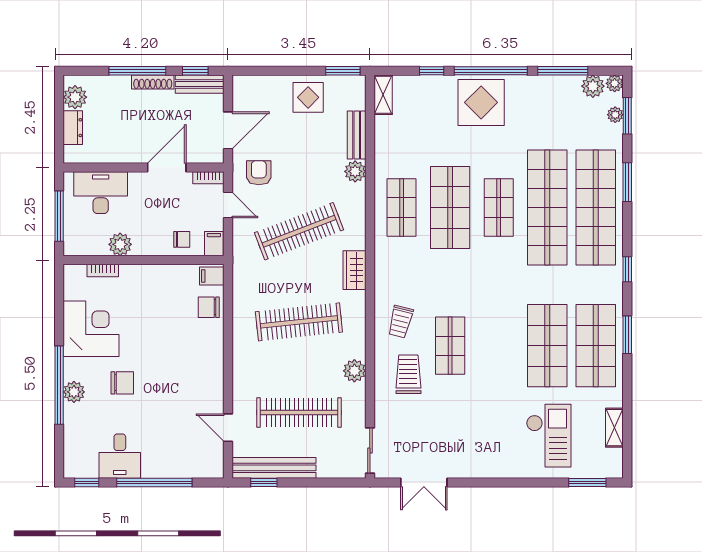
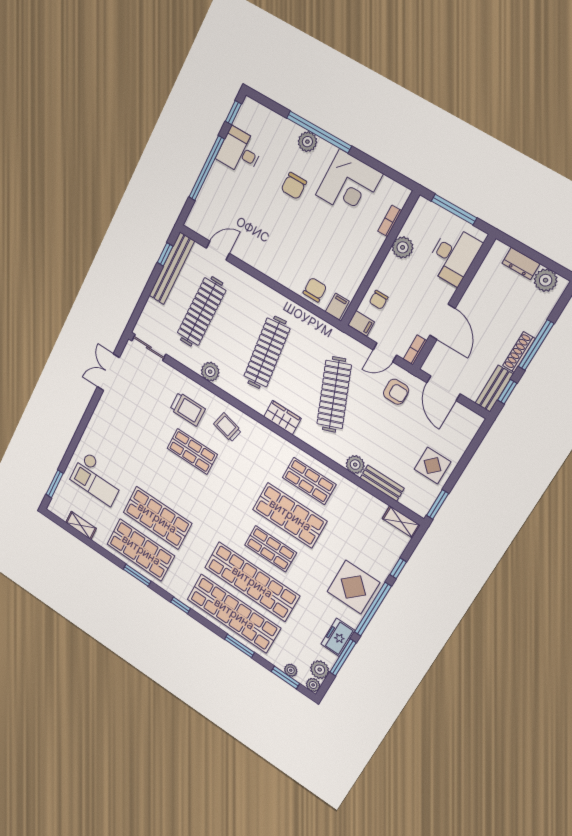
freezer: (545, 88) -> (338, 637), added

